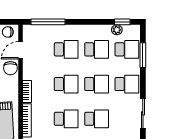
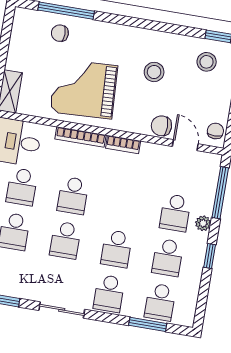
window: (122, 22) -> (210, 256), moved
plant: (117, 30) -> (203, 223), moved
school desk: (66, 84) -> (124, 204), removed

